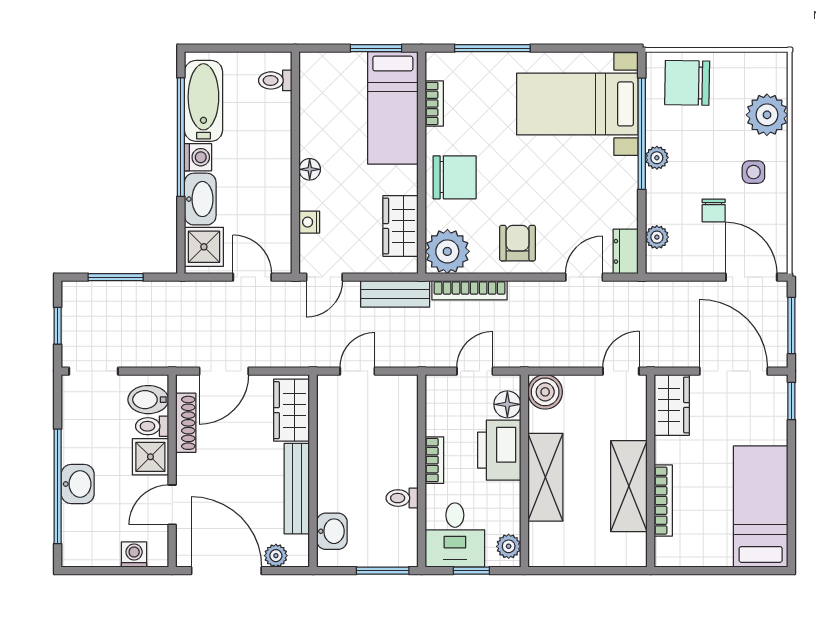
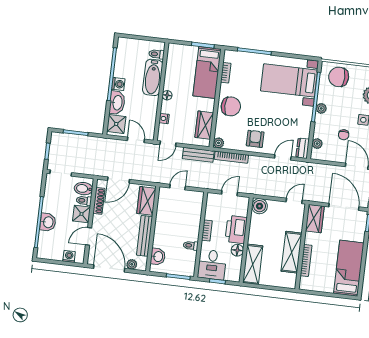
bathtub: (203, 101) -> (153, 77), moved, turned 180
plant: (447, 251) -> (219, 143), width x0.53, depth x0.53
floor lamp: (507, 404) -> (237, 250), moved
shelving: (545, 477) -> (253, 264), moved
plant: (509, 546) -> (235, 273), removed

